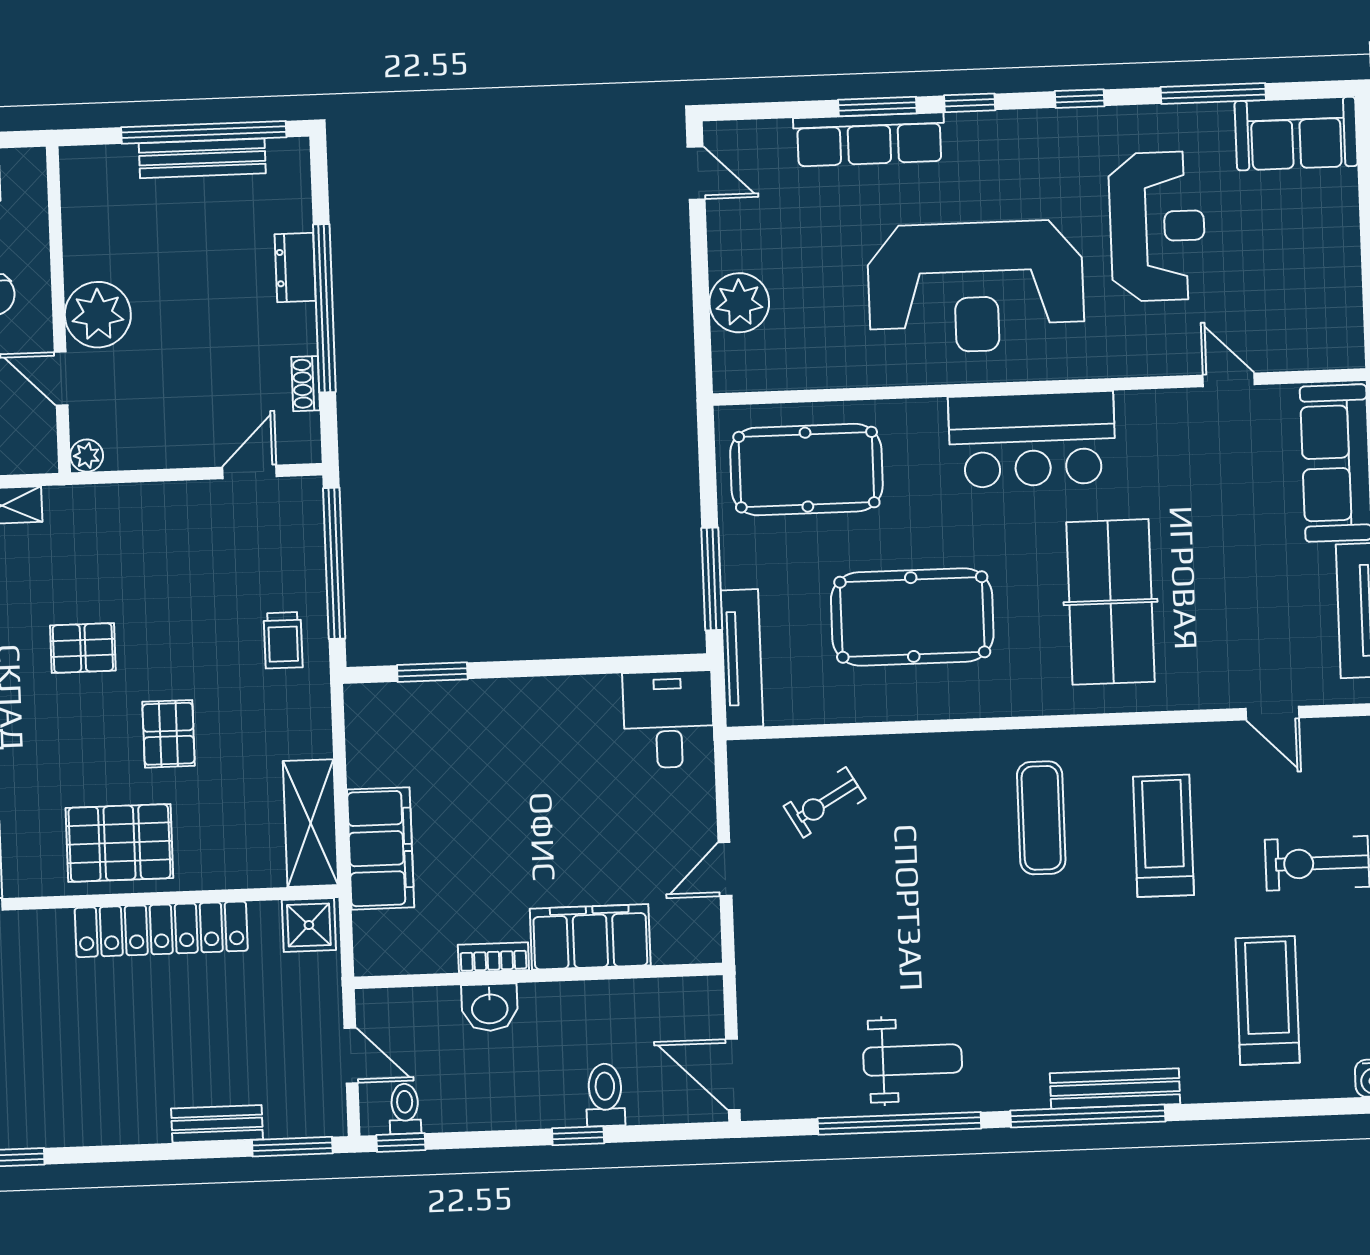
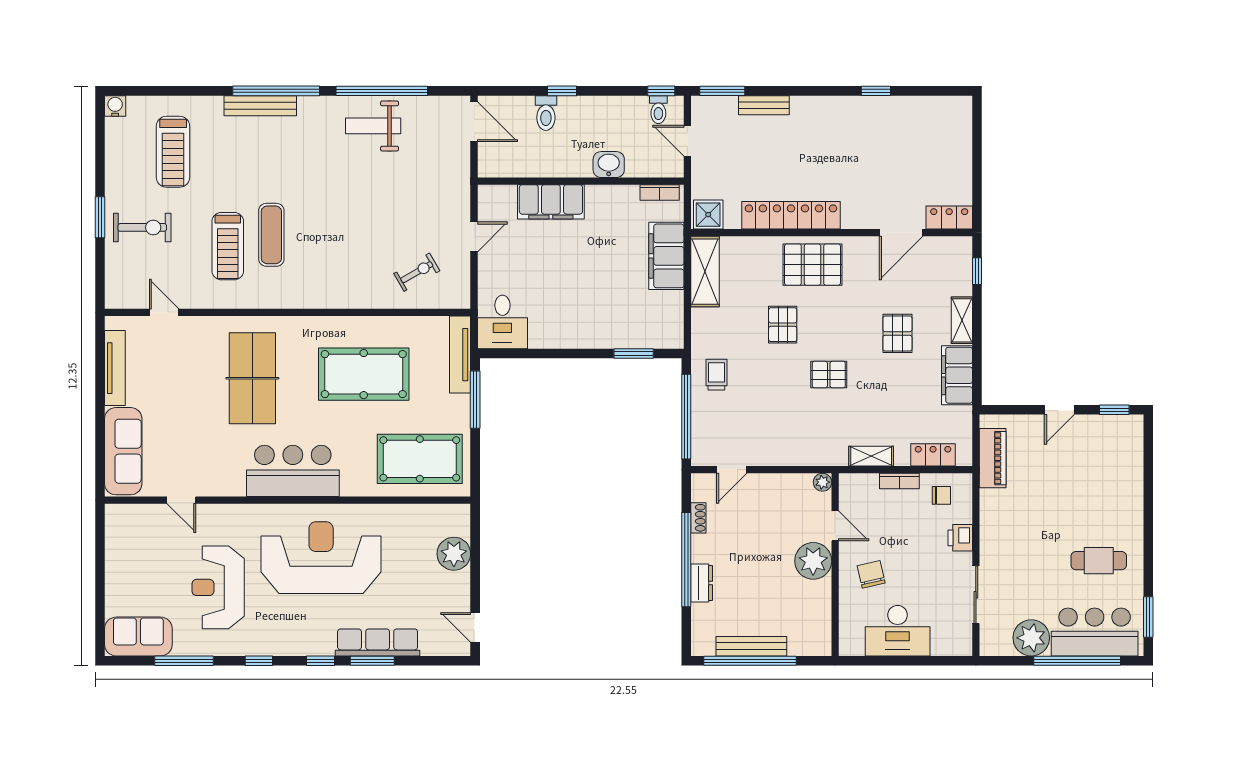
exercise mat: (1041, 818) -> (271, 235), moved
bookcase: (493, 957) -> (660, 192), moved

